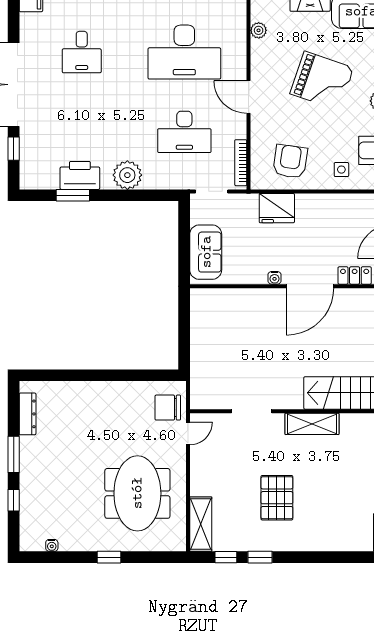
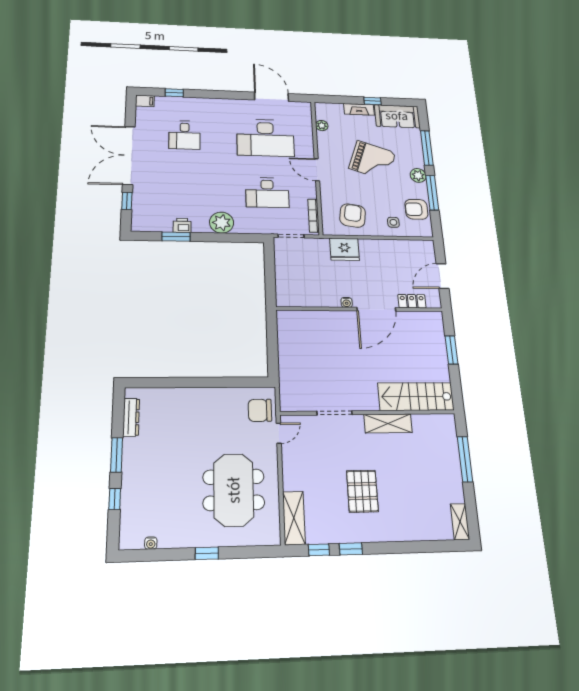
printer: (80, 175) -> (182, 225), width x0.53, depth x0.68
sofa: (206, 252) -> (288, 282), removed

